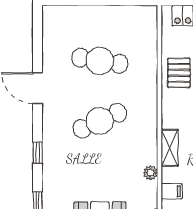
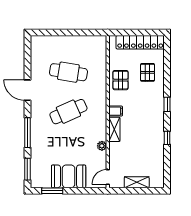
window: (38, 153) -> (27, 133), width x2.17
filing cabinet: (171, 191) -> (116, 111), moved

